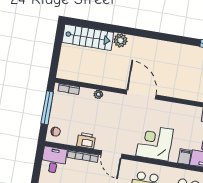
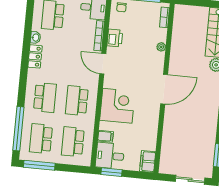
door: (111, 154) -> (103, 64), hinge flipped

